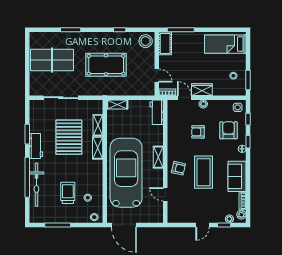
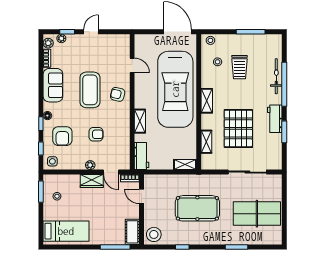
shelving: (98, 148) -> (207, 101), moved
shelving: (158, 157) -> (140, 121), moved
bicycle: (36, 185) -> (276, 76), width x0.73, depth x0.71

